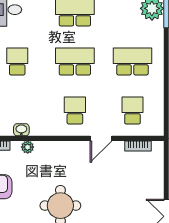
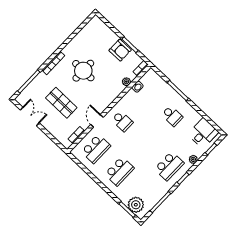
school desk: (75, 61) -> (146, 144), removed
school desk: (132, 110) -> (96, 149), width x1.85
shop shelf: (118, 196) -> (61, 103), added

